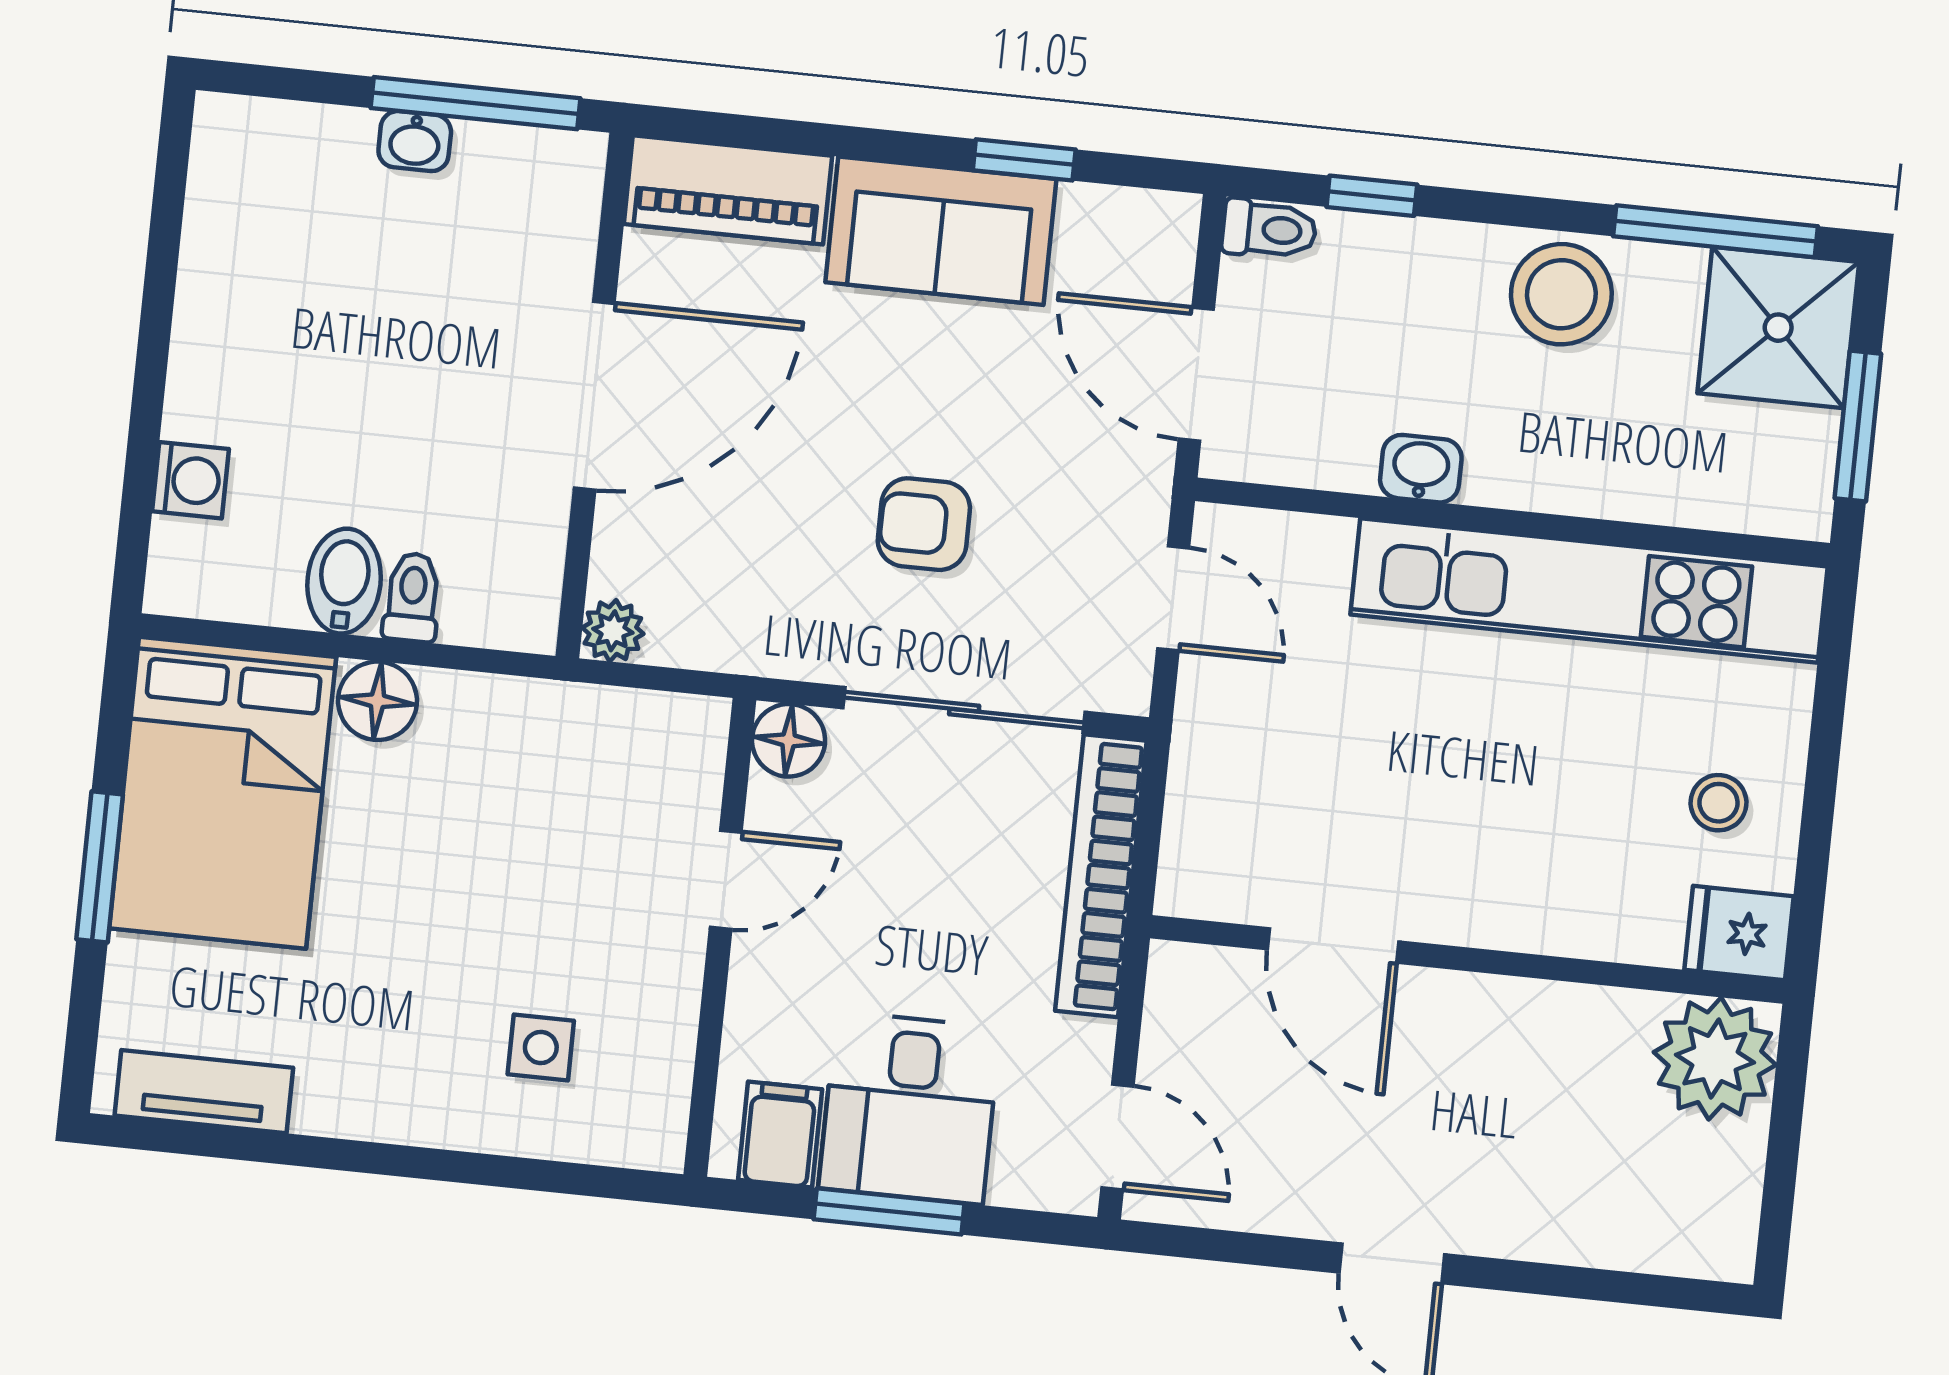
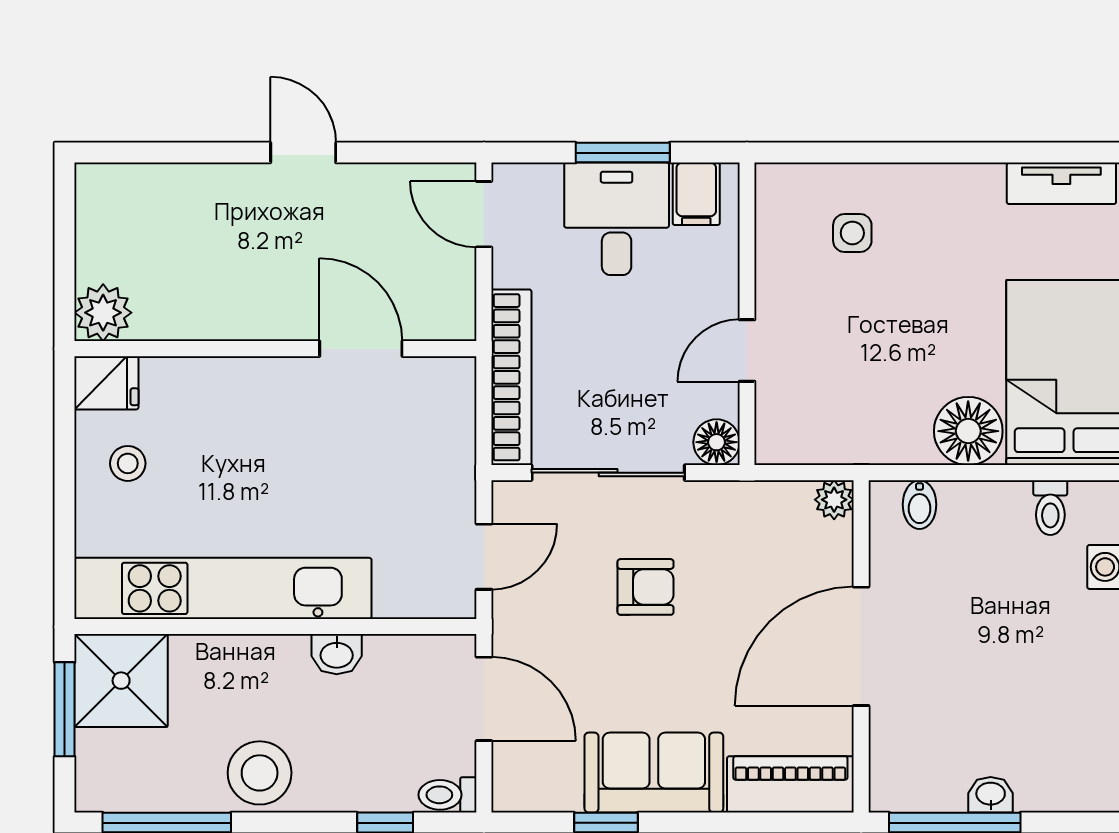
shower: (1778, 328) -> (121, 681), moved
bidet: (344, 581) -> (920, 505), moved, width x0.72, depth x0.74
toilet: (412, 597) -> (1050, 508), moved
door: (1173, 598) -> (484, 557), swing flipped
floor lamp: (377, 701) -> (968, 431), width x1.38, depth x1.38
plant: (1715, 1059) -> (103, 313), width x0.73, depth x0.73

